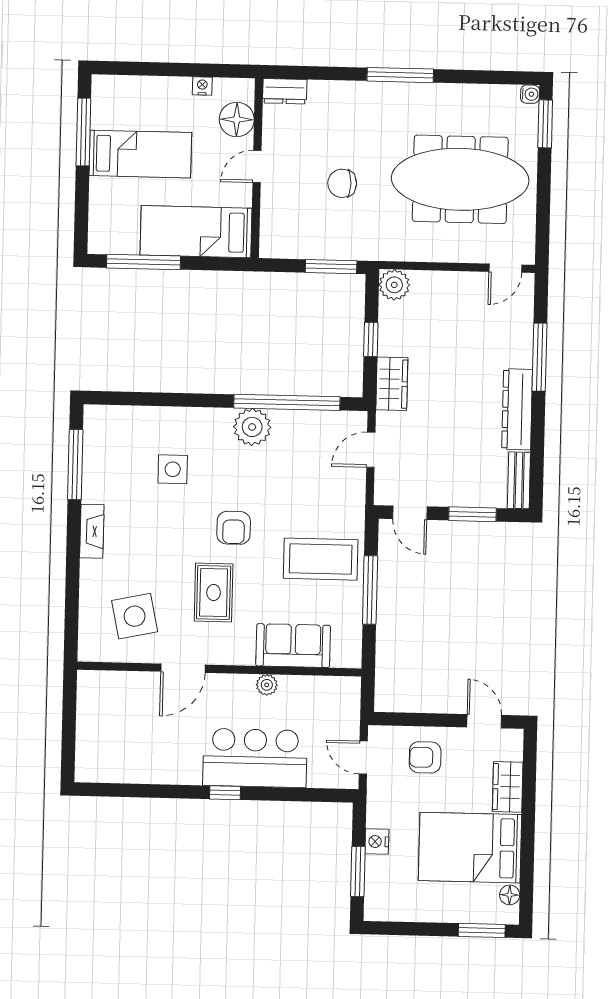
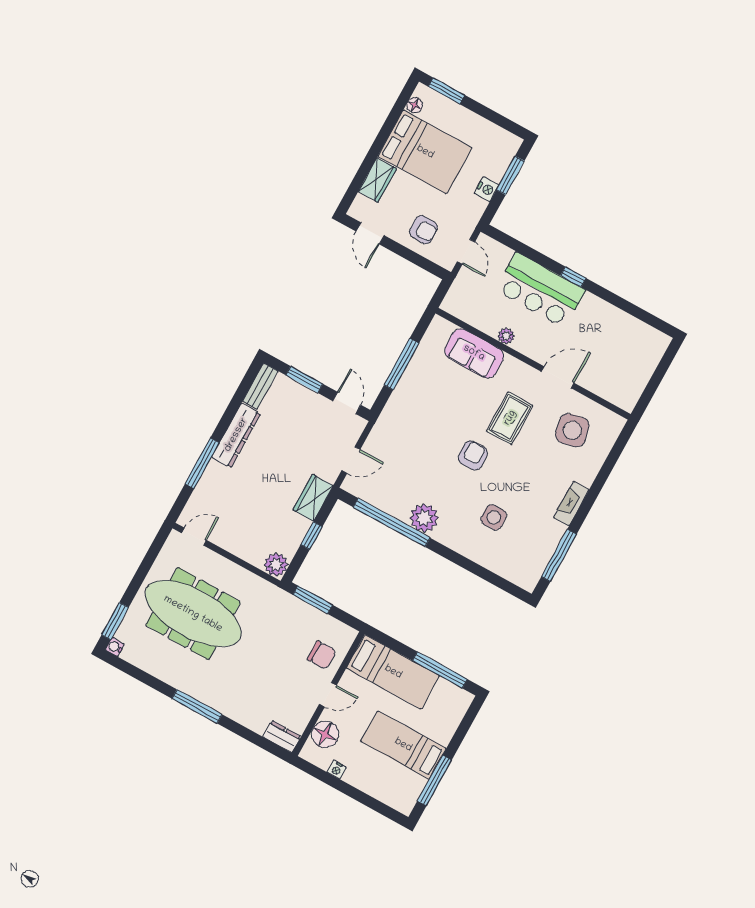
chair: (342, 183) -> (322, 655), moved
coffee table: (321, 559) -> (424, 403), removed

